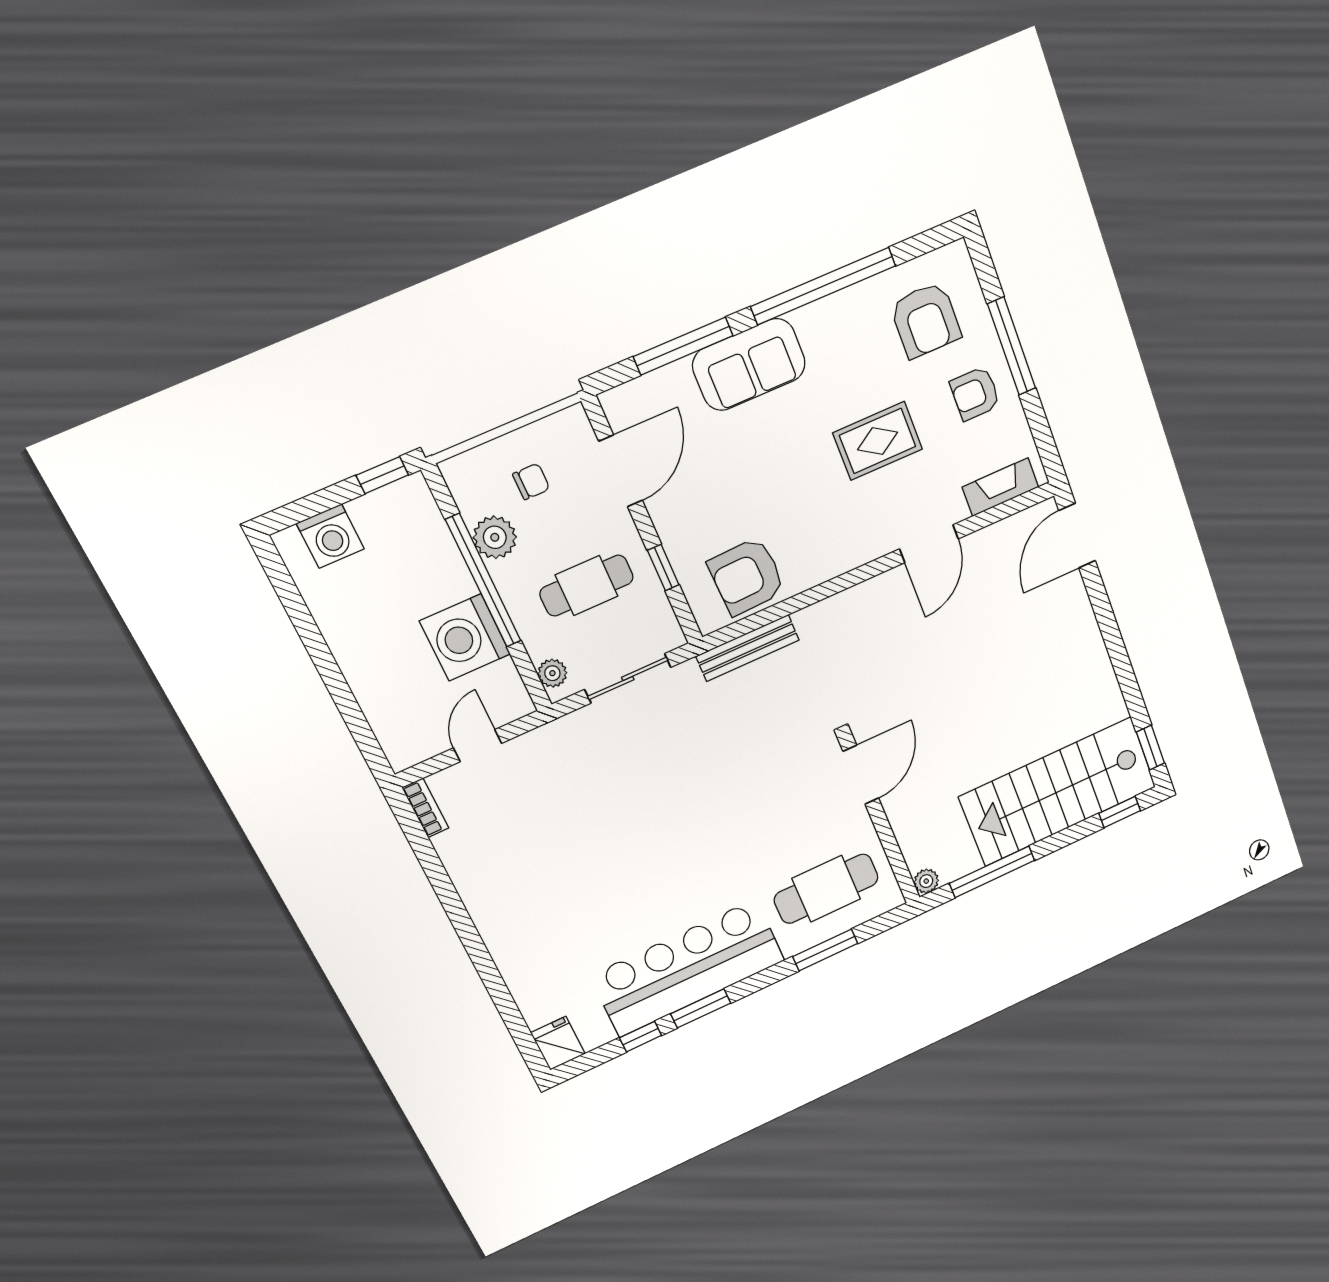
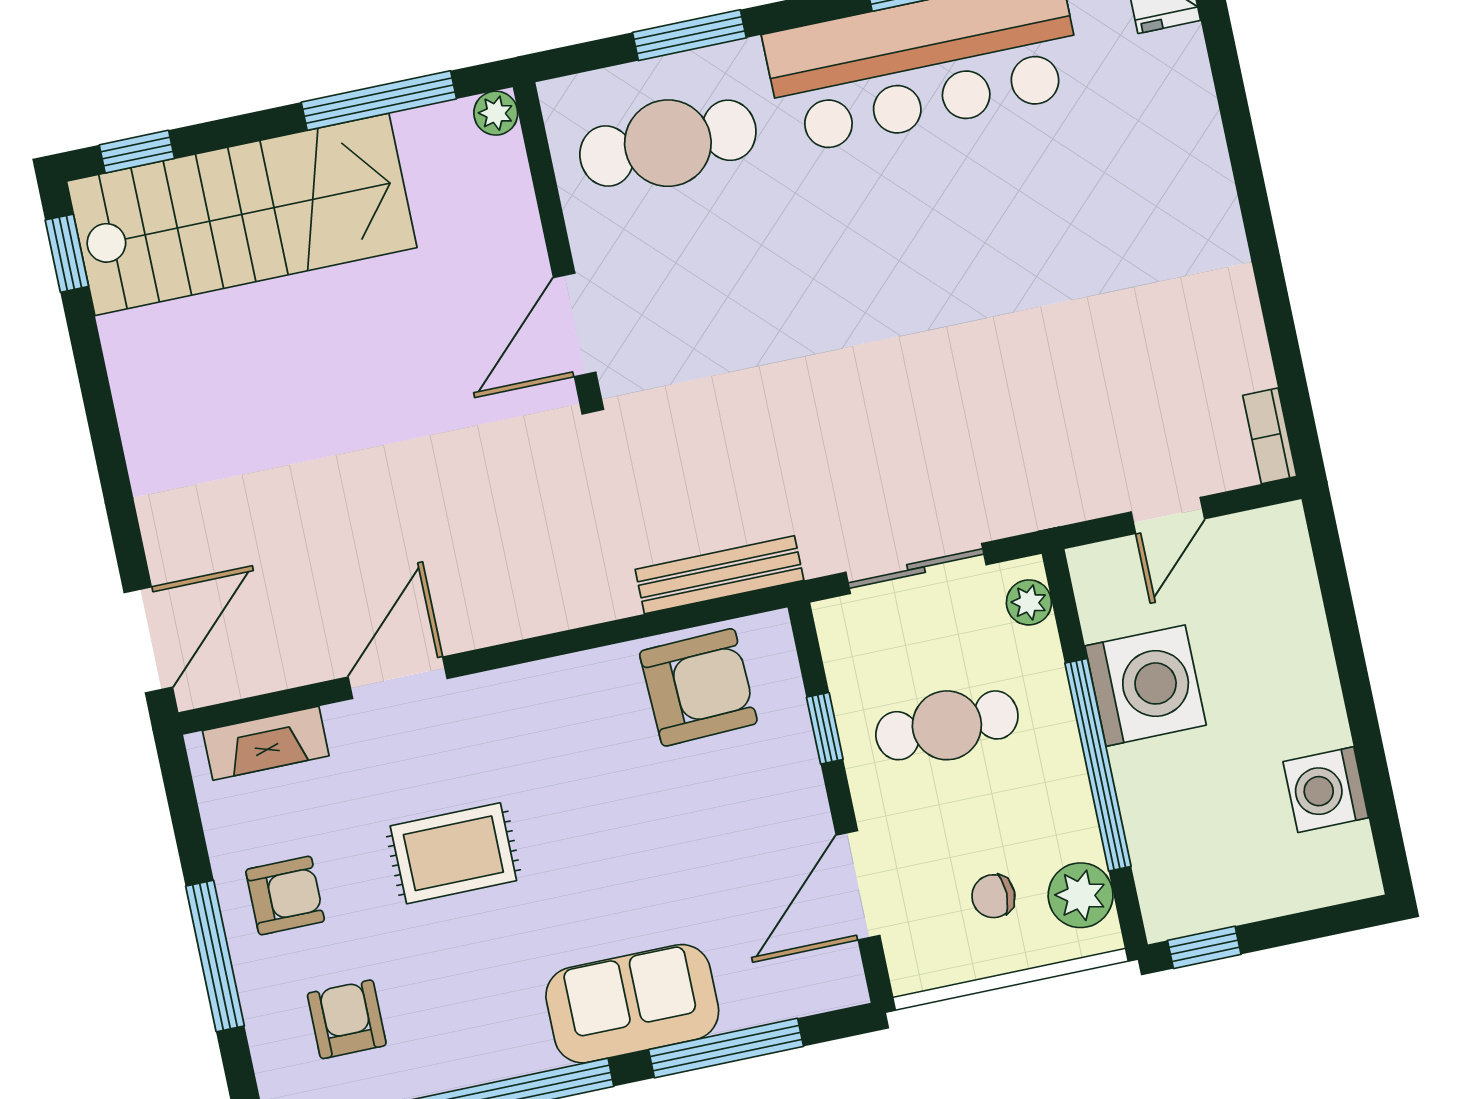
armchair: (926, 320) -> (347, 1019), width x0.72, depth x0.72
washing machine: (330, 536) -> (1326, 790), moved, turned -90
plant: (495, 537) -> (1081, 895), moved

